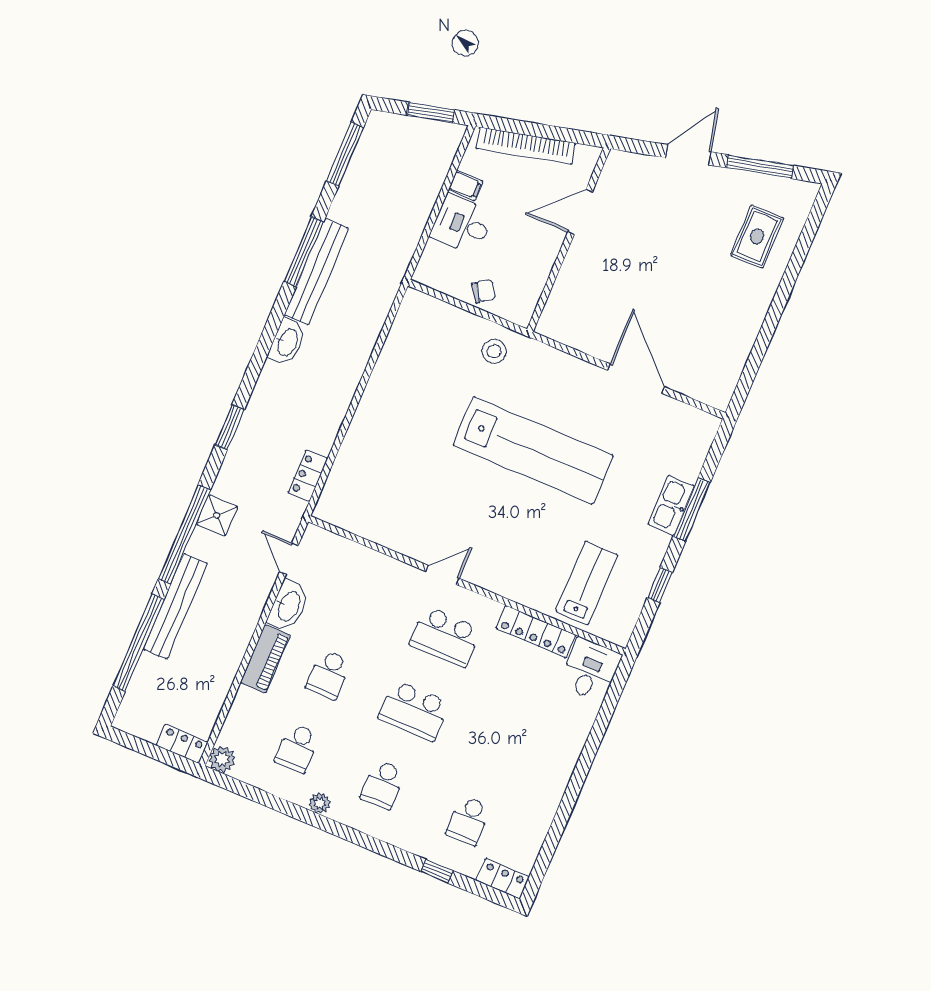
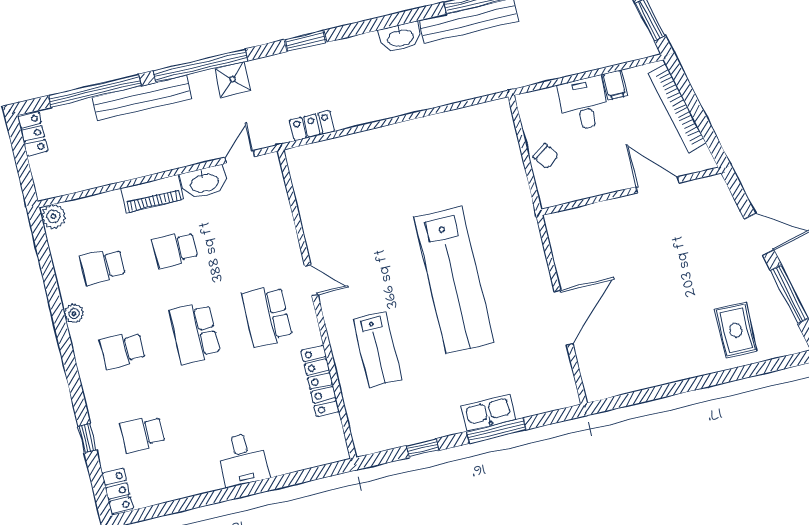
rug: (757, 237) -> (736, 330), turned 90
stool: (494, 351) -> (506, 197), removed
lab bench: (587, 583) -> (377, 350), moved, turned 90
desk: (590, 670) -> (243, 459), moved, turned 90
locker: (182, 744) -> (33, 134), moved

